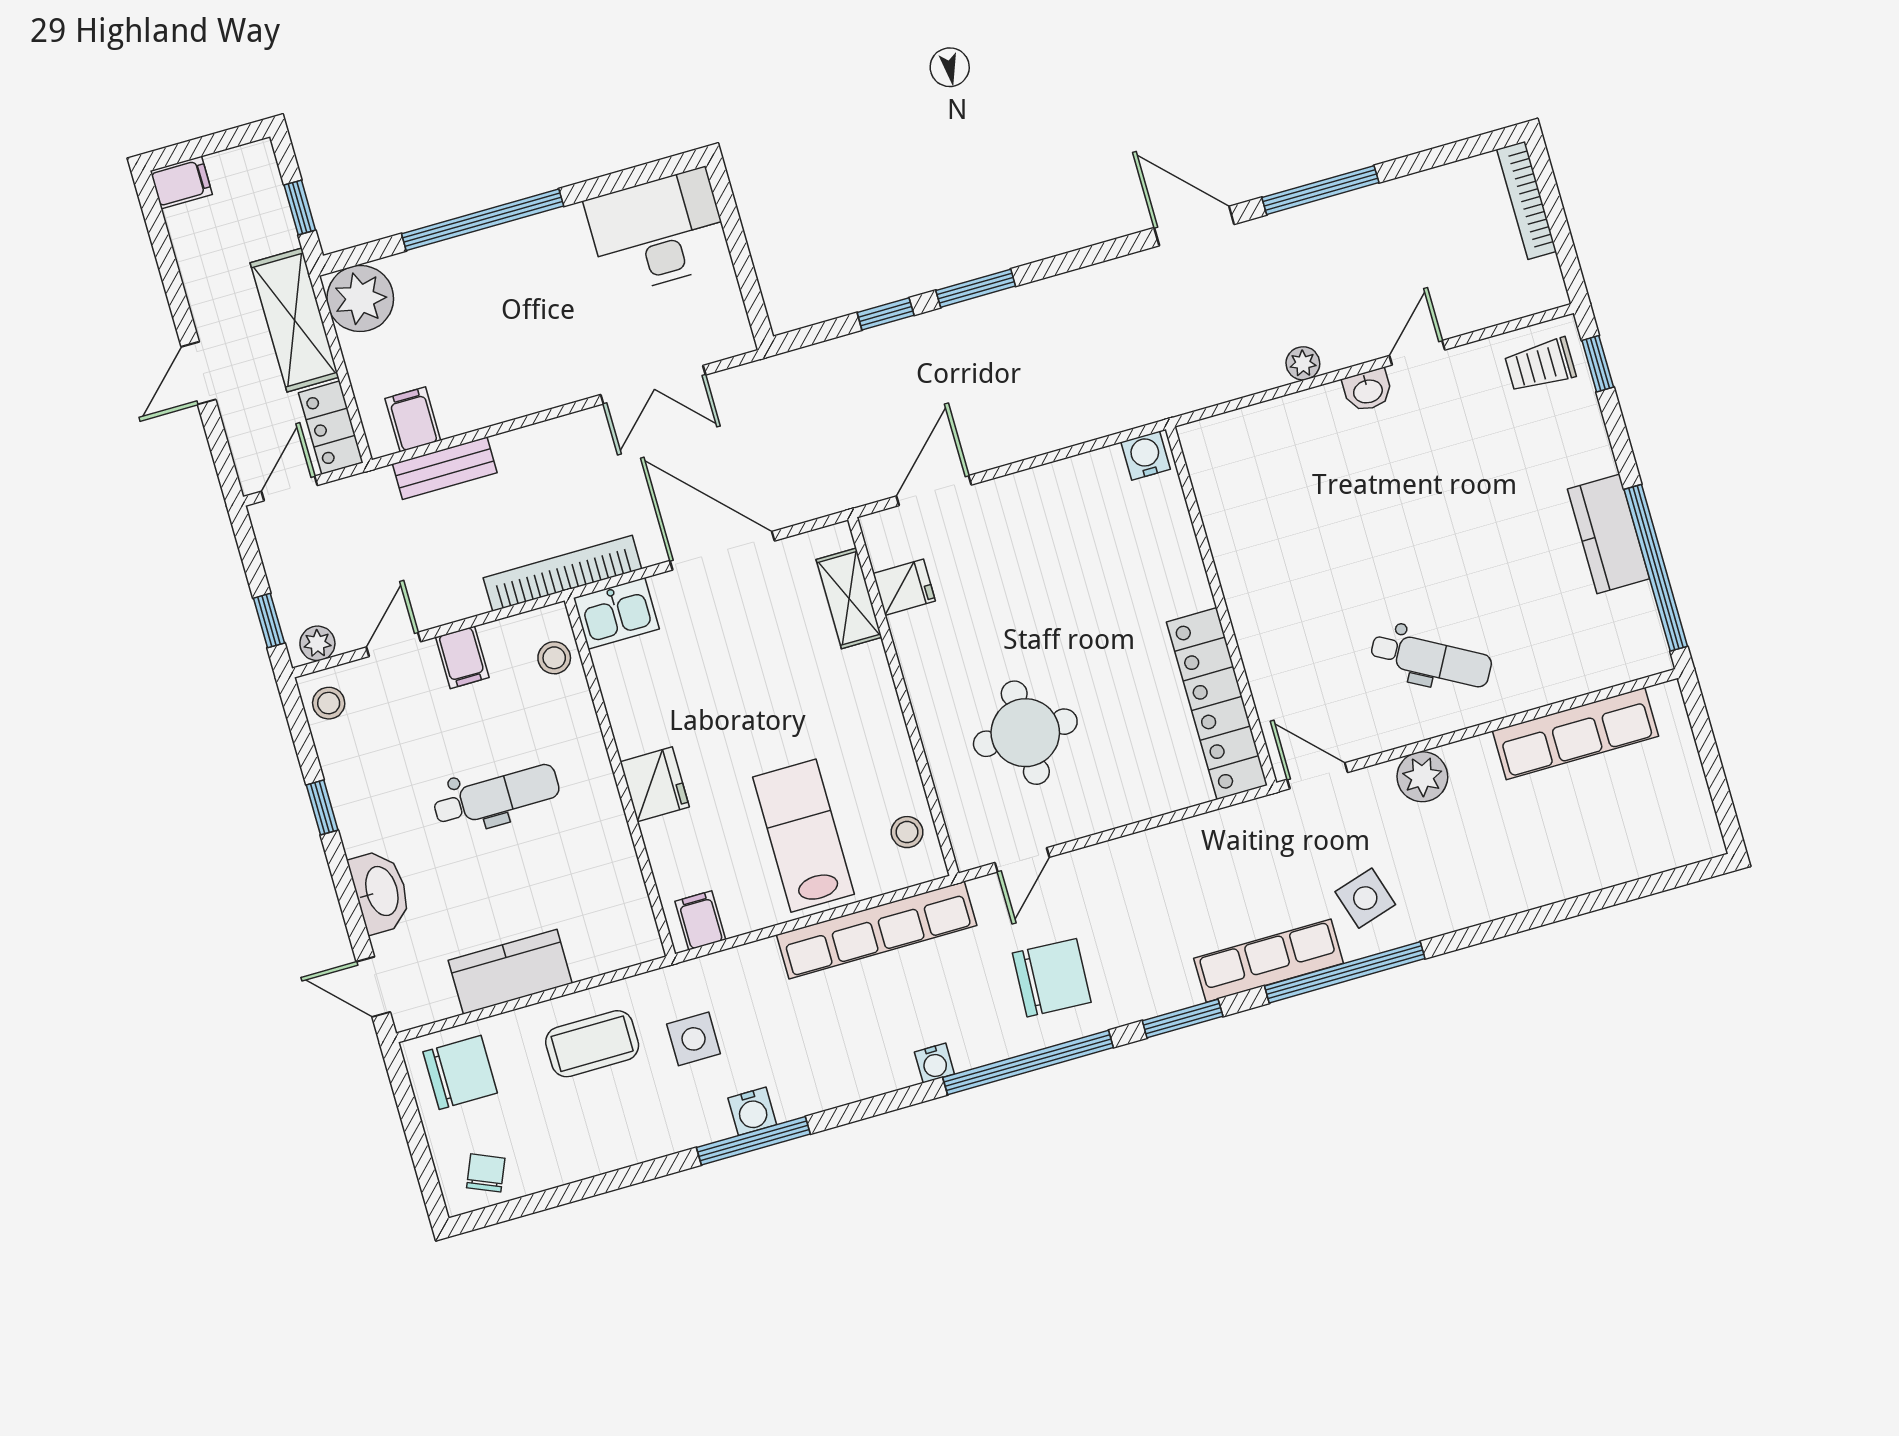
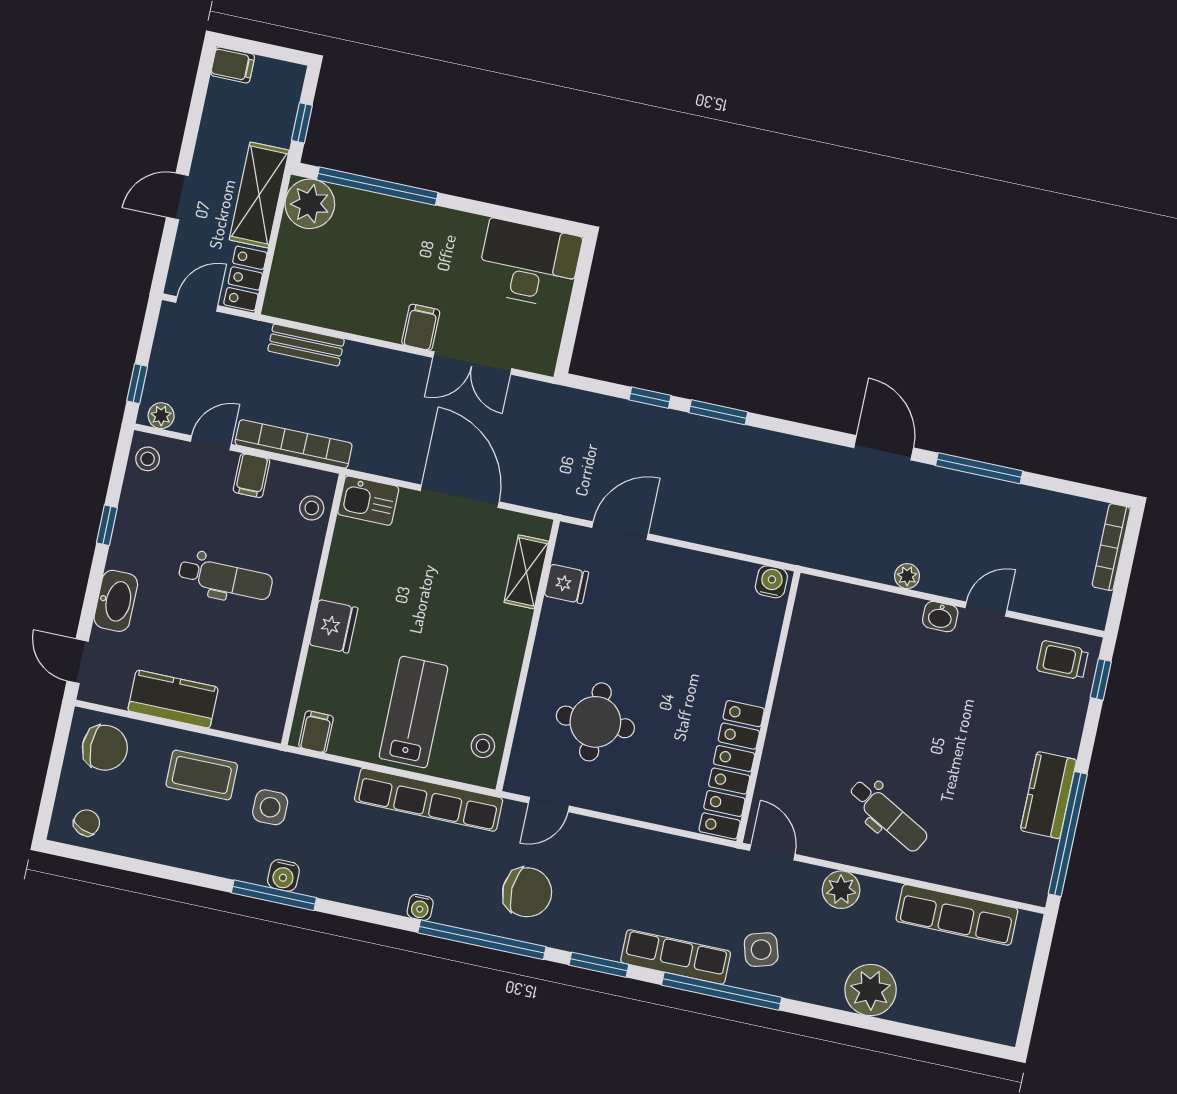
window: (483, 220) -> (377, 186), moved
filing cabinet: (413, 419) -> (421, 327), moved
bookcase: (562, 573) -> (294, 444), moved
plant: (1520, 877) -> (871, 990), added

